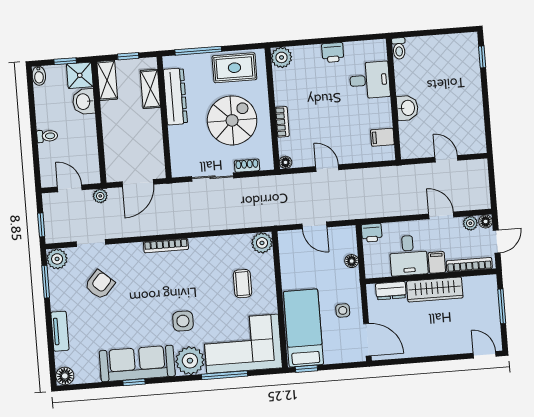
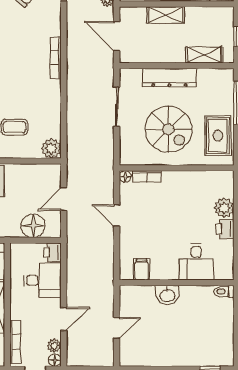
plant: (282, 57) -> (224, 208), moved
shelving: (107, 80) -> (166, 15), moved
dresser: (175, 96) -> (169, 78), moved
bookcase: (282, 122) -> (147, 176), moved
shoe rack: (247, 166) -> (125, 140), removed
door: (327, 168) -> (117, 215), swing flipped
desk: (408, 255) -> (42, 280), moved, turned 180
floor lamp: (352, 261) -> (33, 226), width x1.89, depth x1.89
filing cabinet: (437, 262) -> (20, 311), removed

